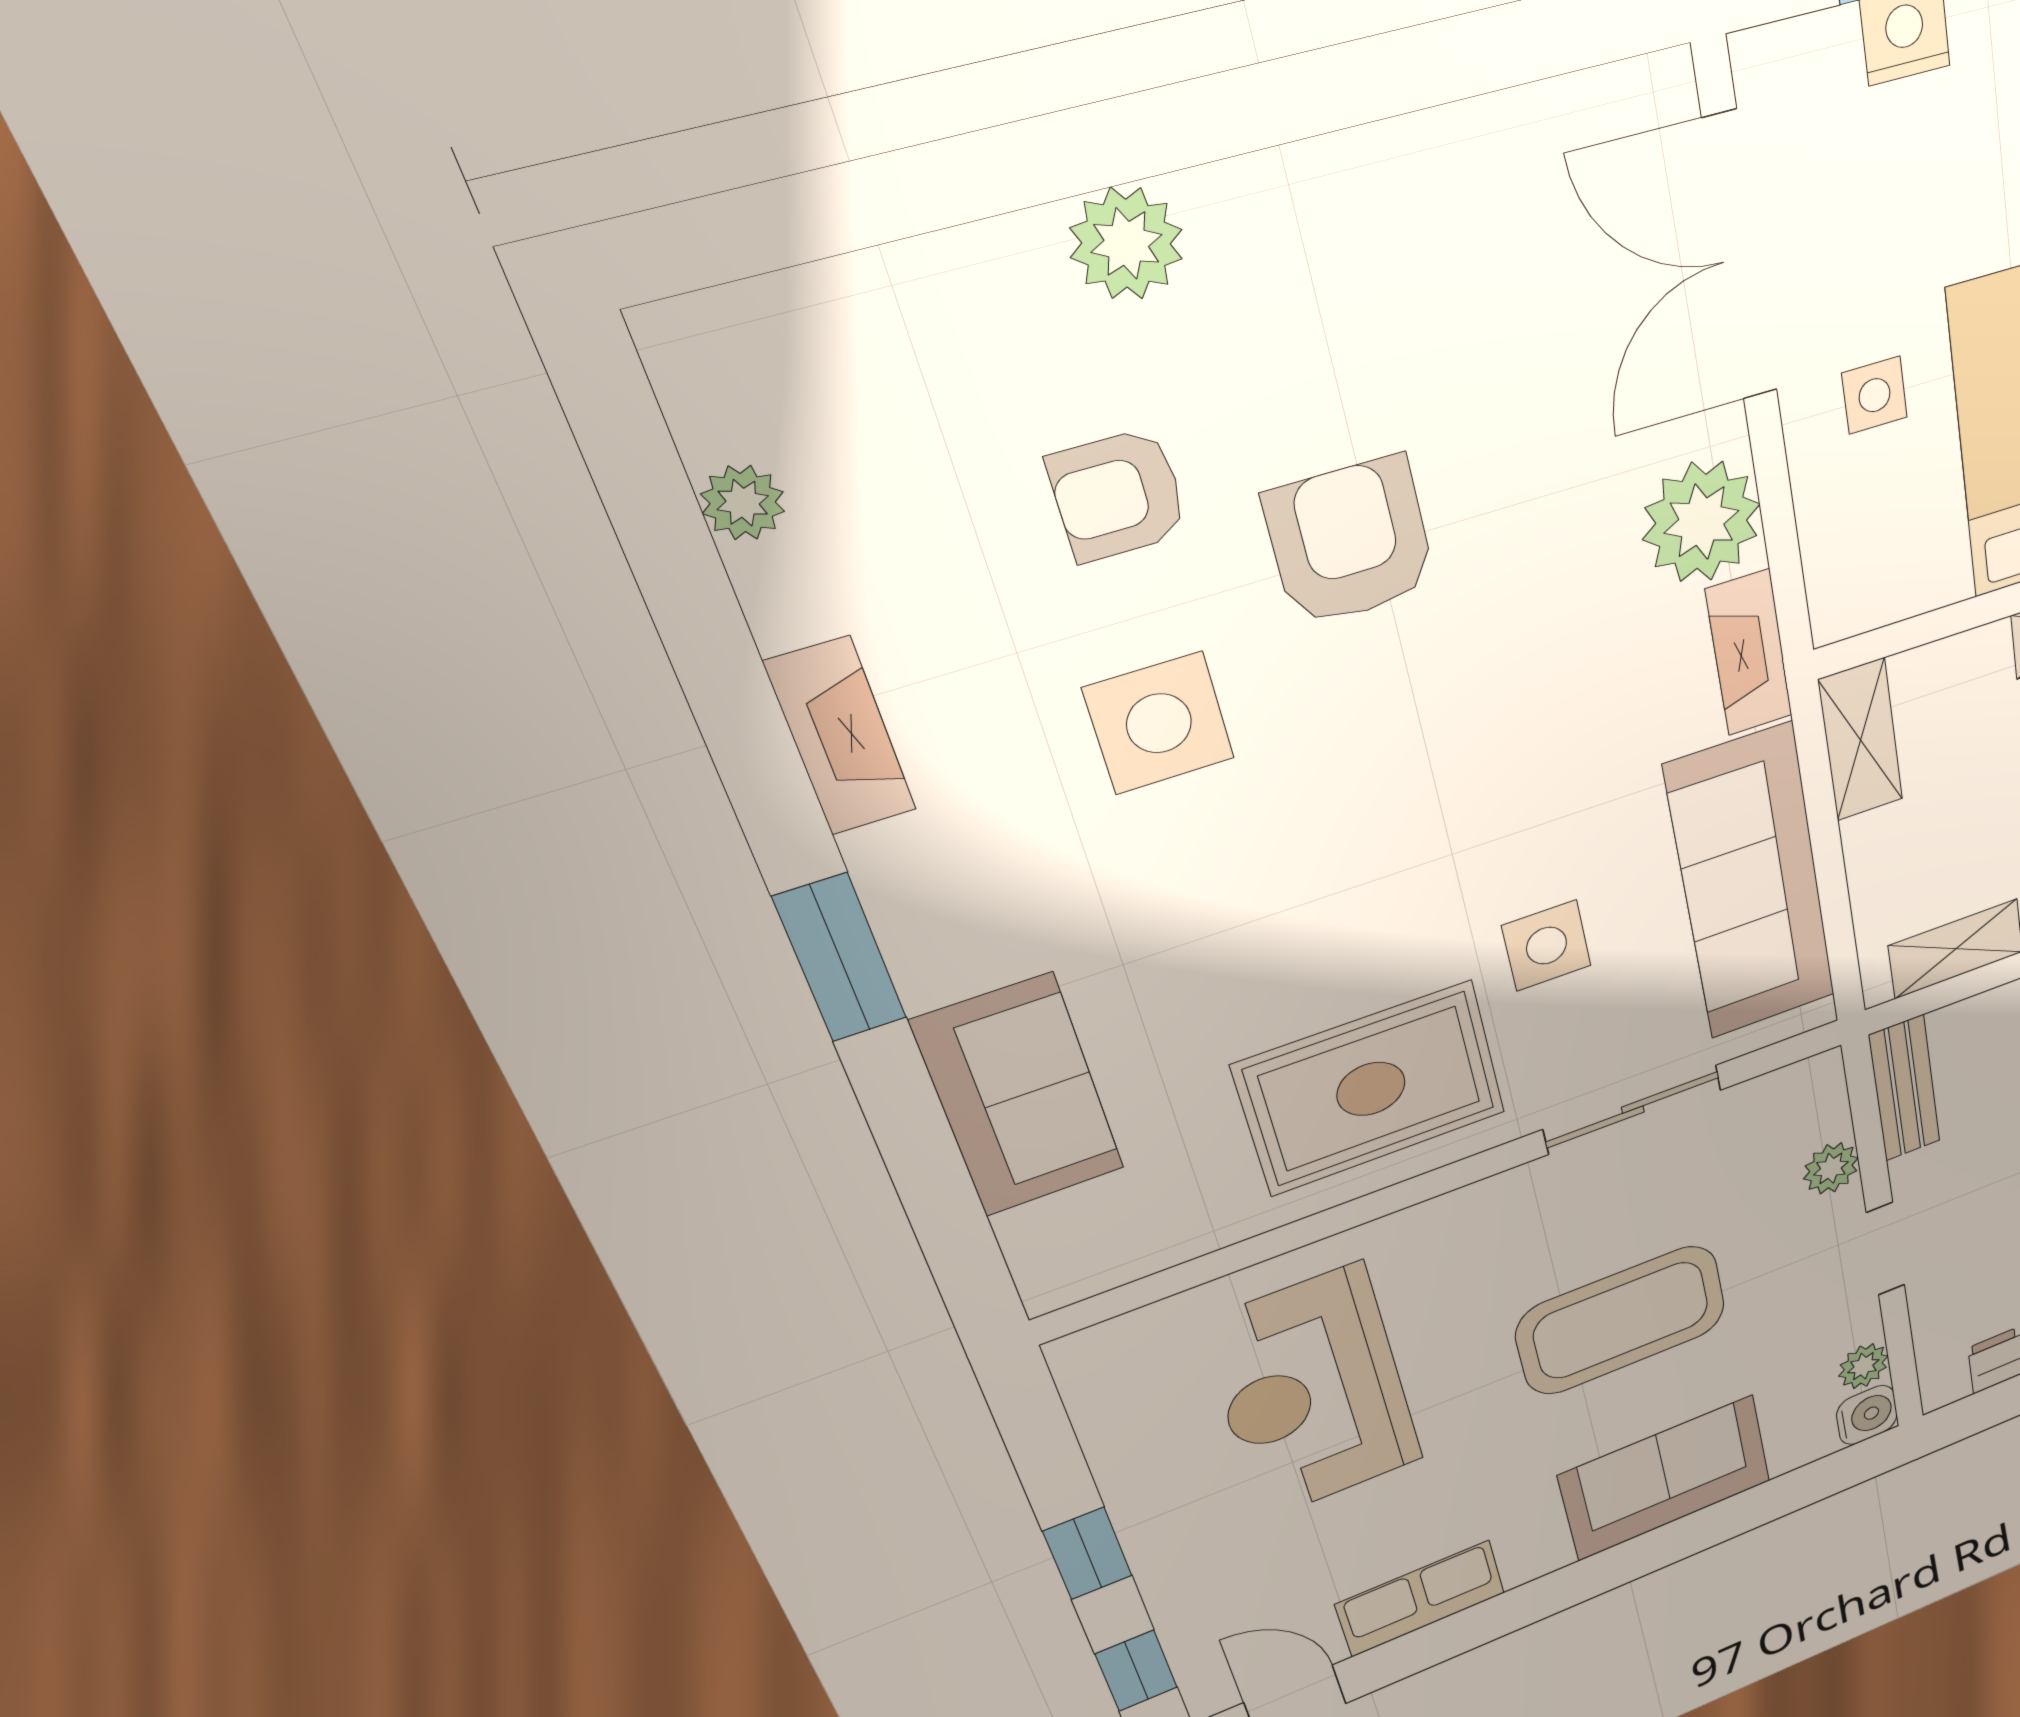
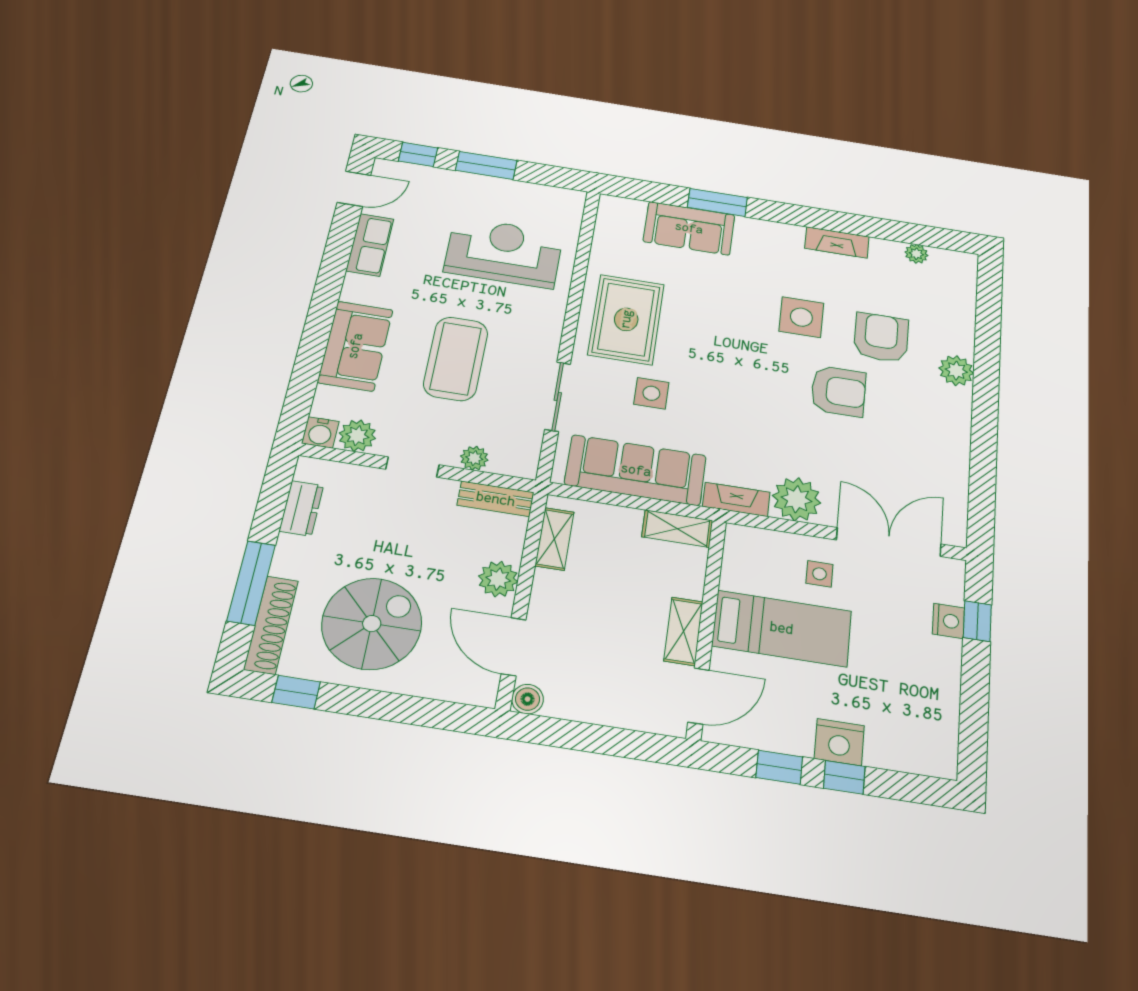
armchair: (1118, 495) -> (881, 338), width x1.38, depth x1.38
window: (840, 958) -> (717, 202), moved
plant: (1863, 1366) -> (357, 436), width x1.38, depth x1.38
window: (1088, 1554) -> (486, 165), width x1.50

